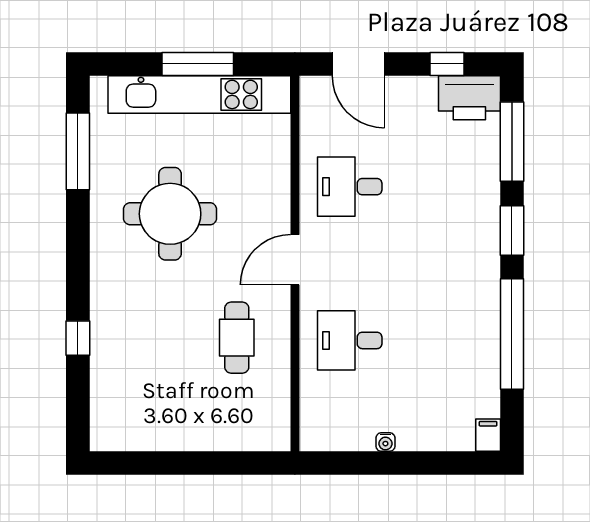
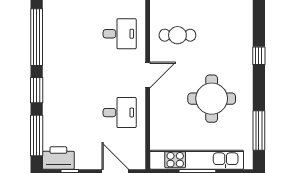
window: (78, 338) -> (259, 56), moved
cafe table: (237, 338) -> (177, 35), turned 90

